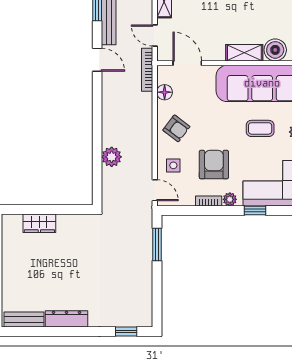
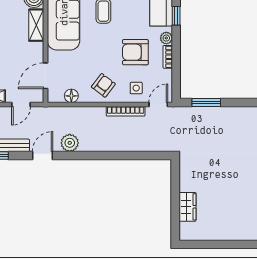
bookcase: (147, 70) -> (126, 111), moved
plant: (112, 157) -> (70, 143), moved

